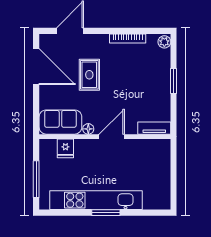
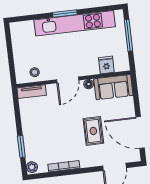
window: (174, 81) -> (21, 146), moved
stool: (148, 150) -> (35, 72), added

